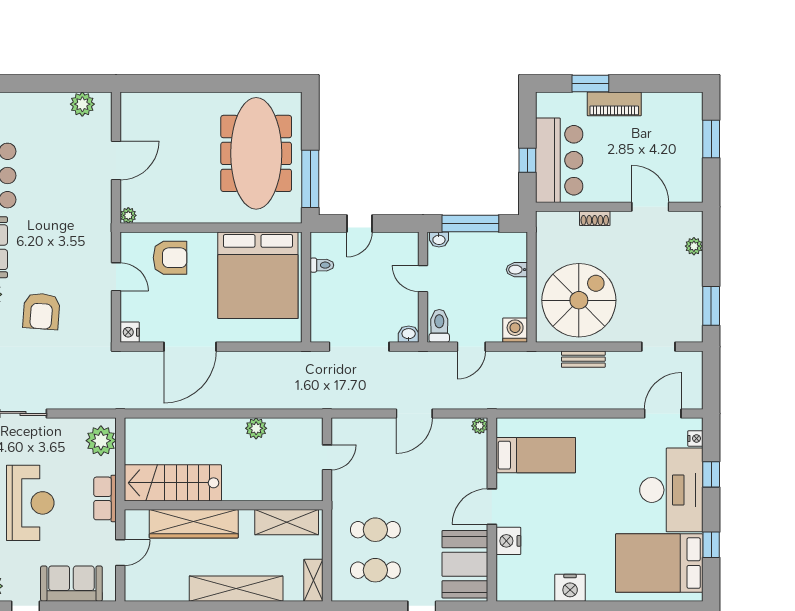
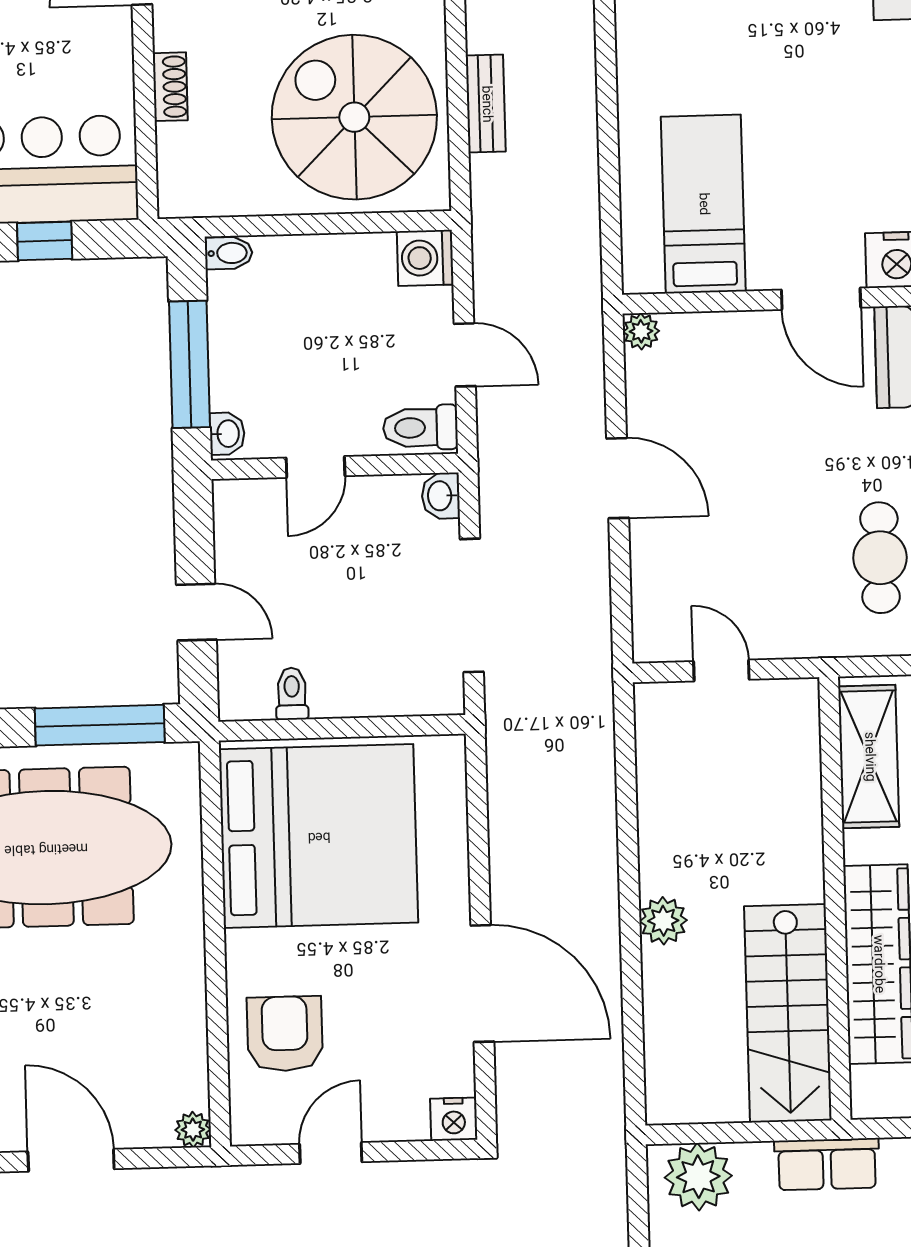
bidet: (517, 270) -> (229, 253), moved, turned -90
plant: (256, 428) -> (663, 921), moved

